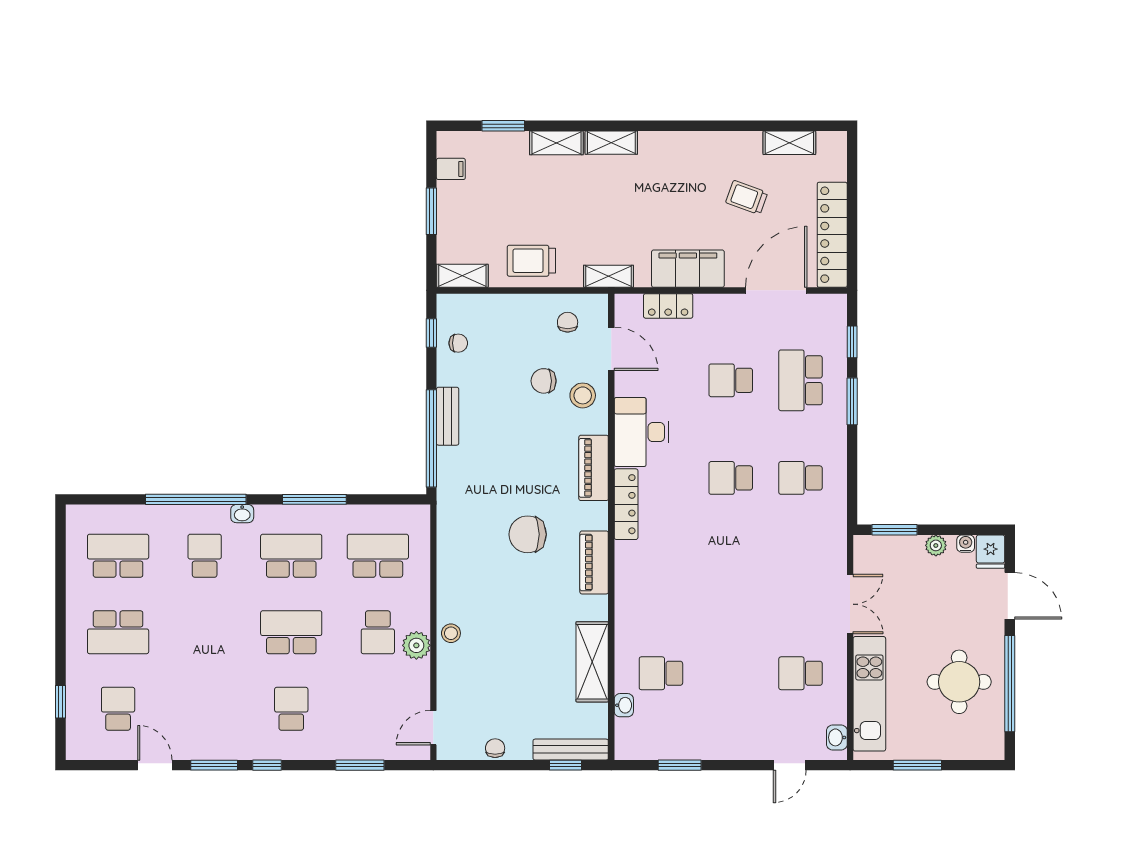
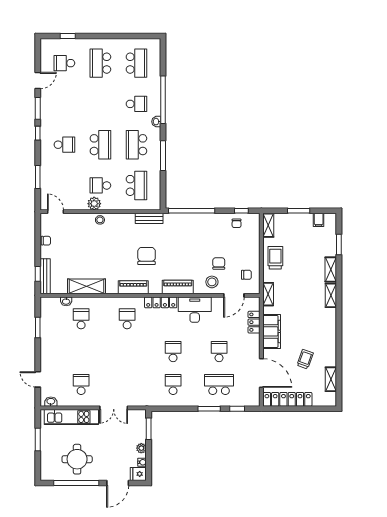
bench: (448, 416) -> (149, 218), moved
school desk: (291, 556) -> (136, 145), turned 180
school desk: (661, 576) -> (127, 319), added
school desk: (118, 709) -> (64, 63), turned 180

